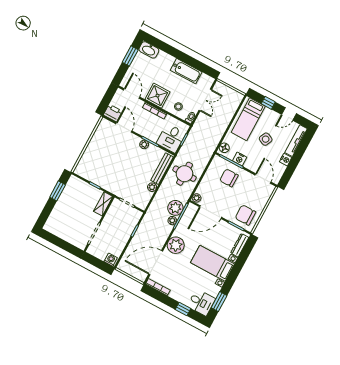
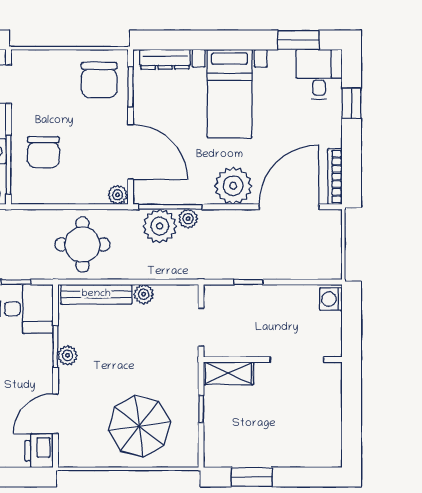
parasol: (101, 158) -> (139, 426), added
door: (156, 263) -> (289, 207), swing flipped

